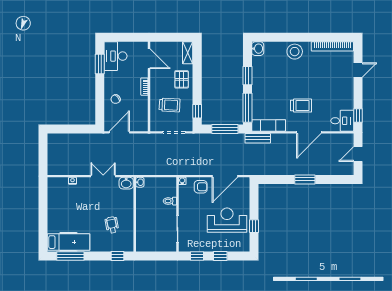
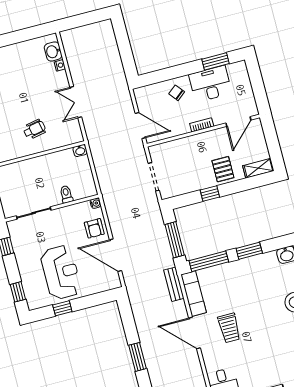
desk: (116, 56) -> (210, 84), moved
pallet: (182, 79) -> (223, 169), turned 90
trolley: (170, 105) -> (187, 163), removed
window: (197, 111) -> (210, 193), moved
door: (119, 132) -> (140, 126), moved
door: (309, 132) -> (194, 333), moved
double door: (103, 176) -> (76, 102), swing flipped
washbasin: (126, 183) -> (53, 51), moved
wheelchair: (112, 225) -> (34, 129), moved
window: (220, 256) -> (18, 292), moved

